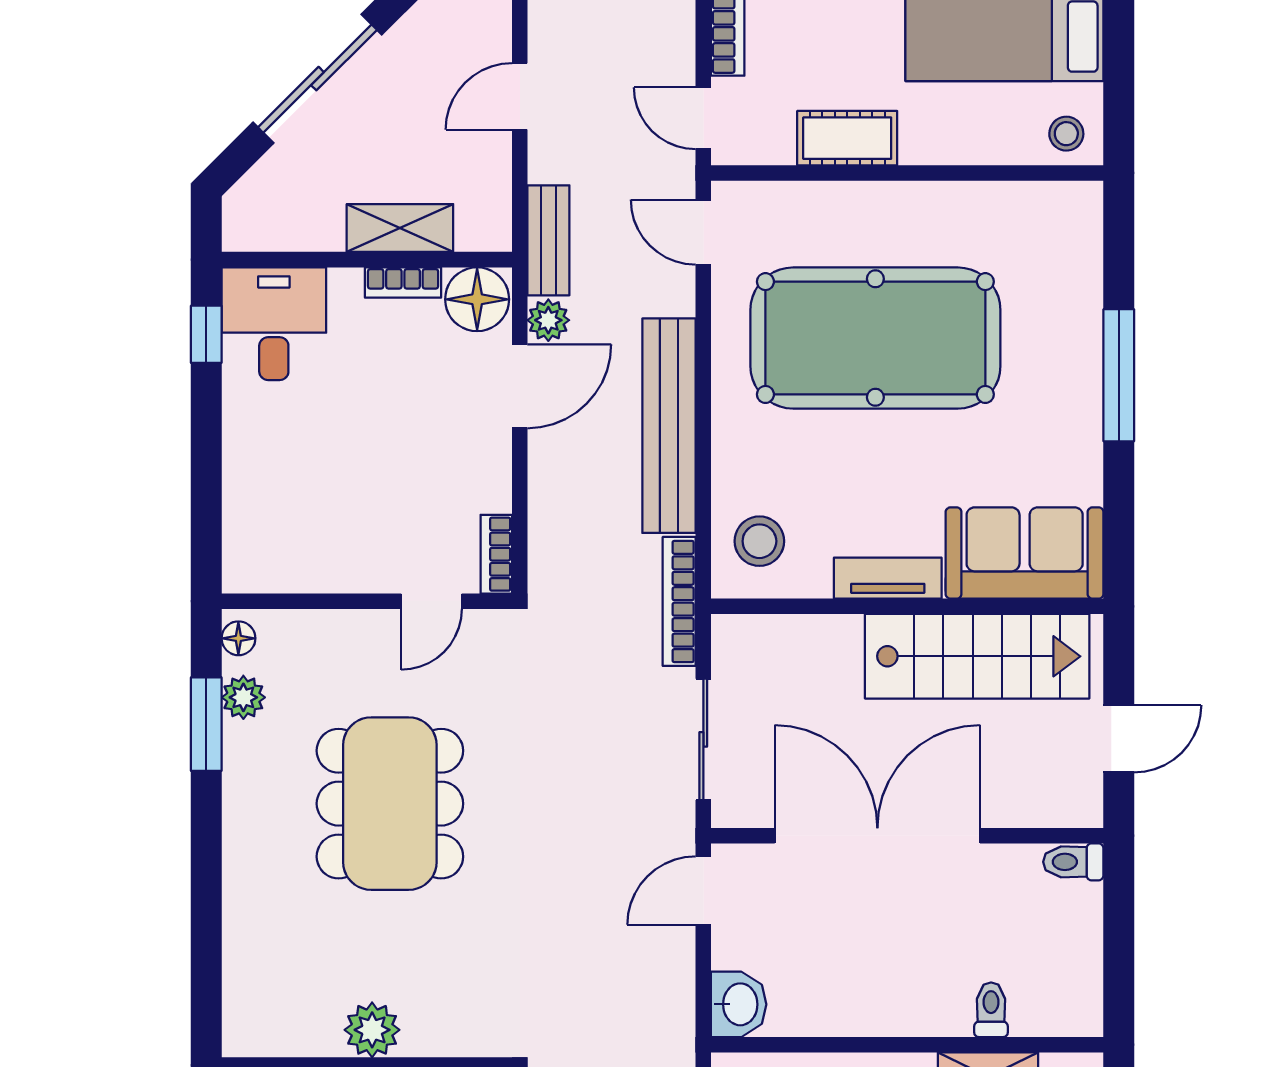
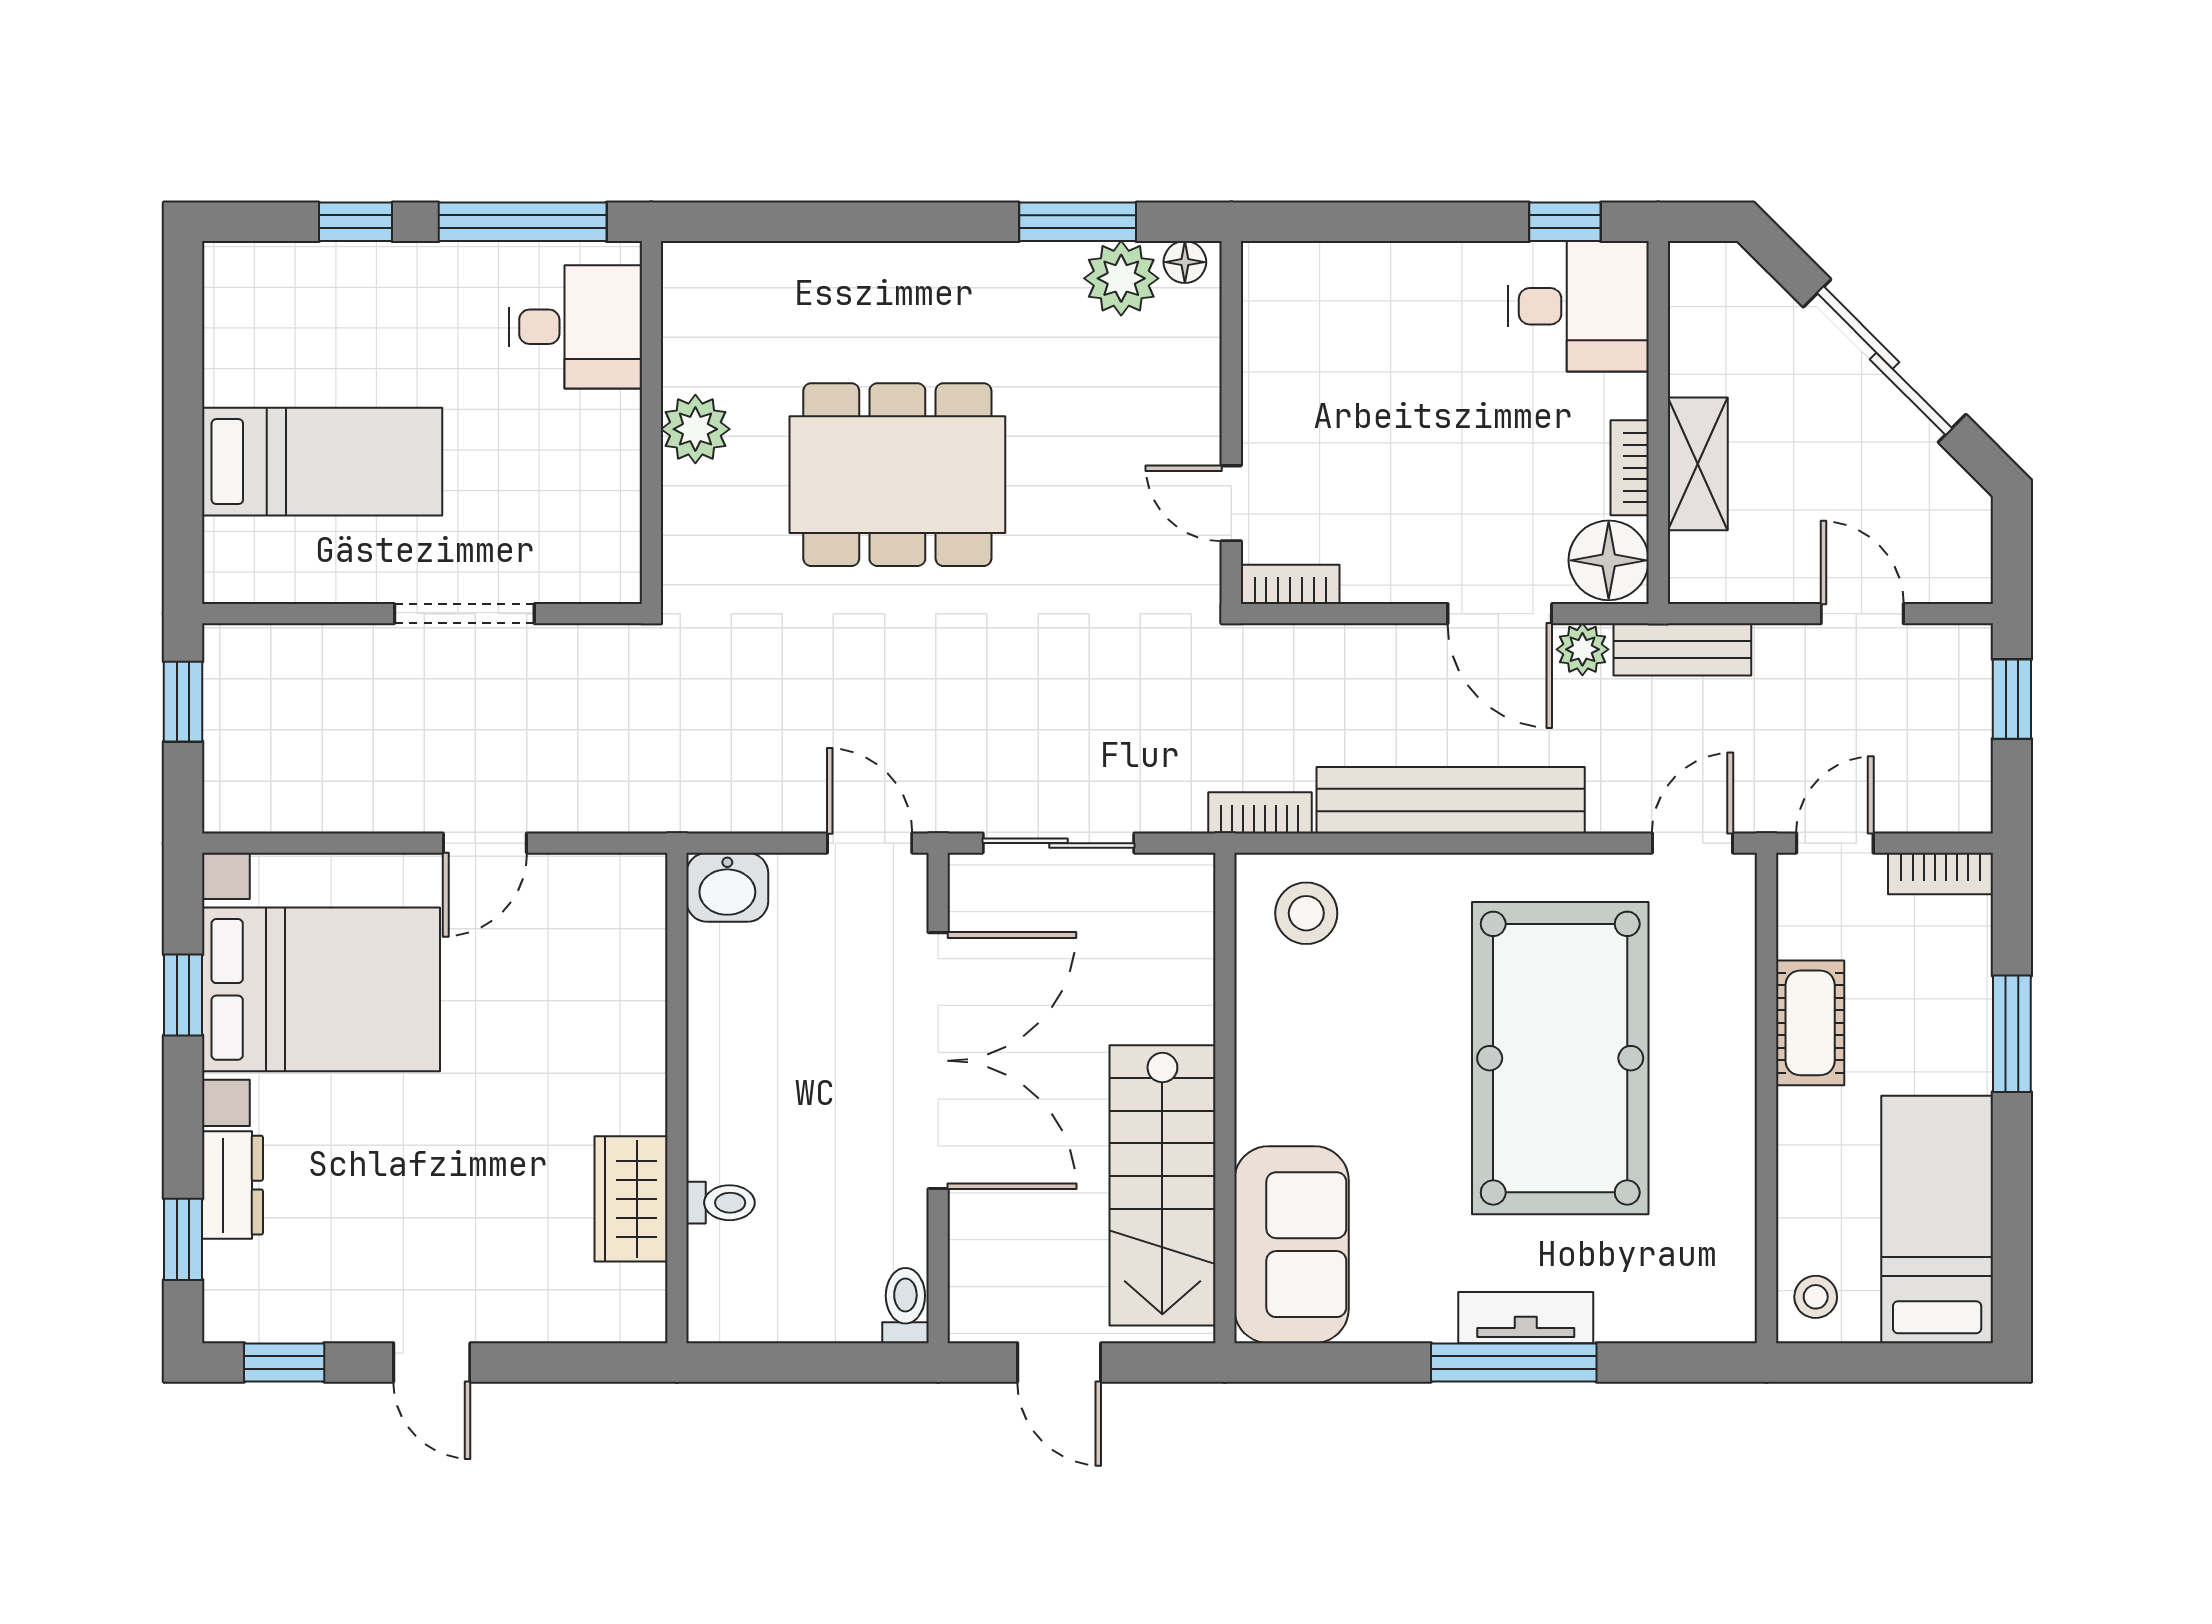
tv unit: (888, 578) -> (1526, 1318), moved, turned -90
bookcase: (679, 601) -> (1260, 813), width x0.64
plant: (243, 697) -> (1121, 278), width x1.38, depth x1.38
dining table: (390, 804) -> (897, 475), moved

